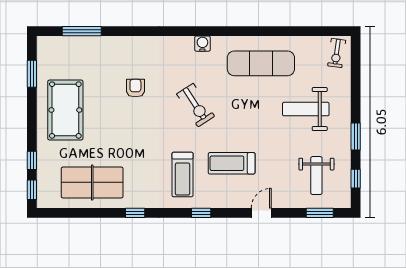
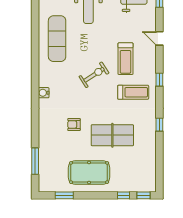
water cooler: (202, 44) -> (44, 93), moved
exercise bike: (196, 105) -> (94, 75), moved
table tennis table: (92, 182) -> (112, 135), moved, turned 90

